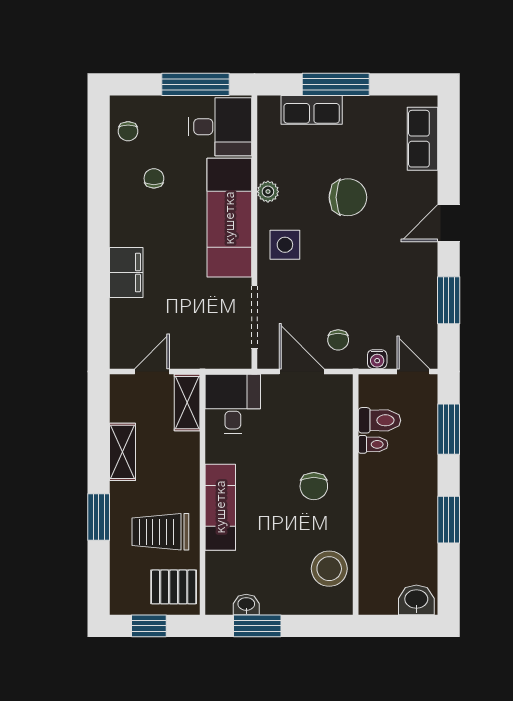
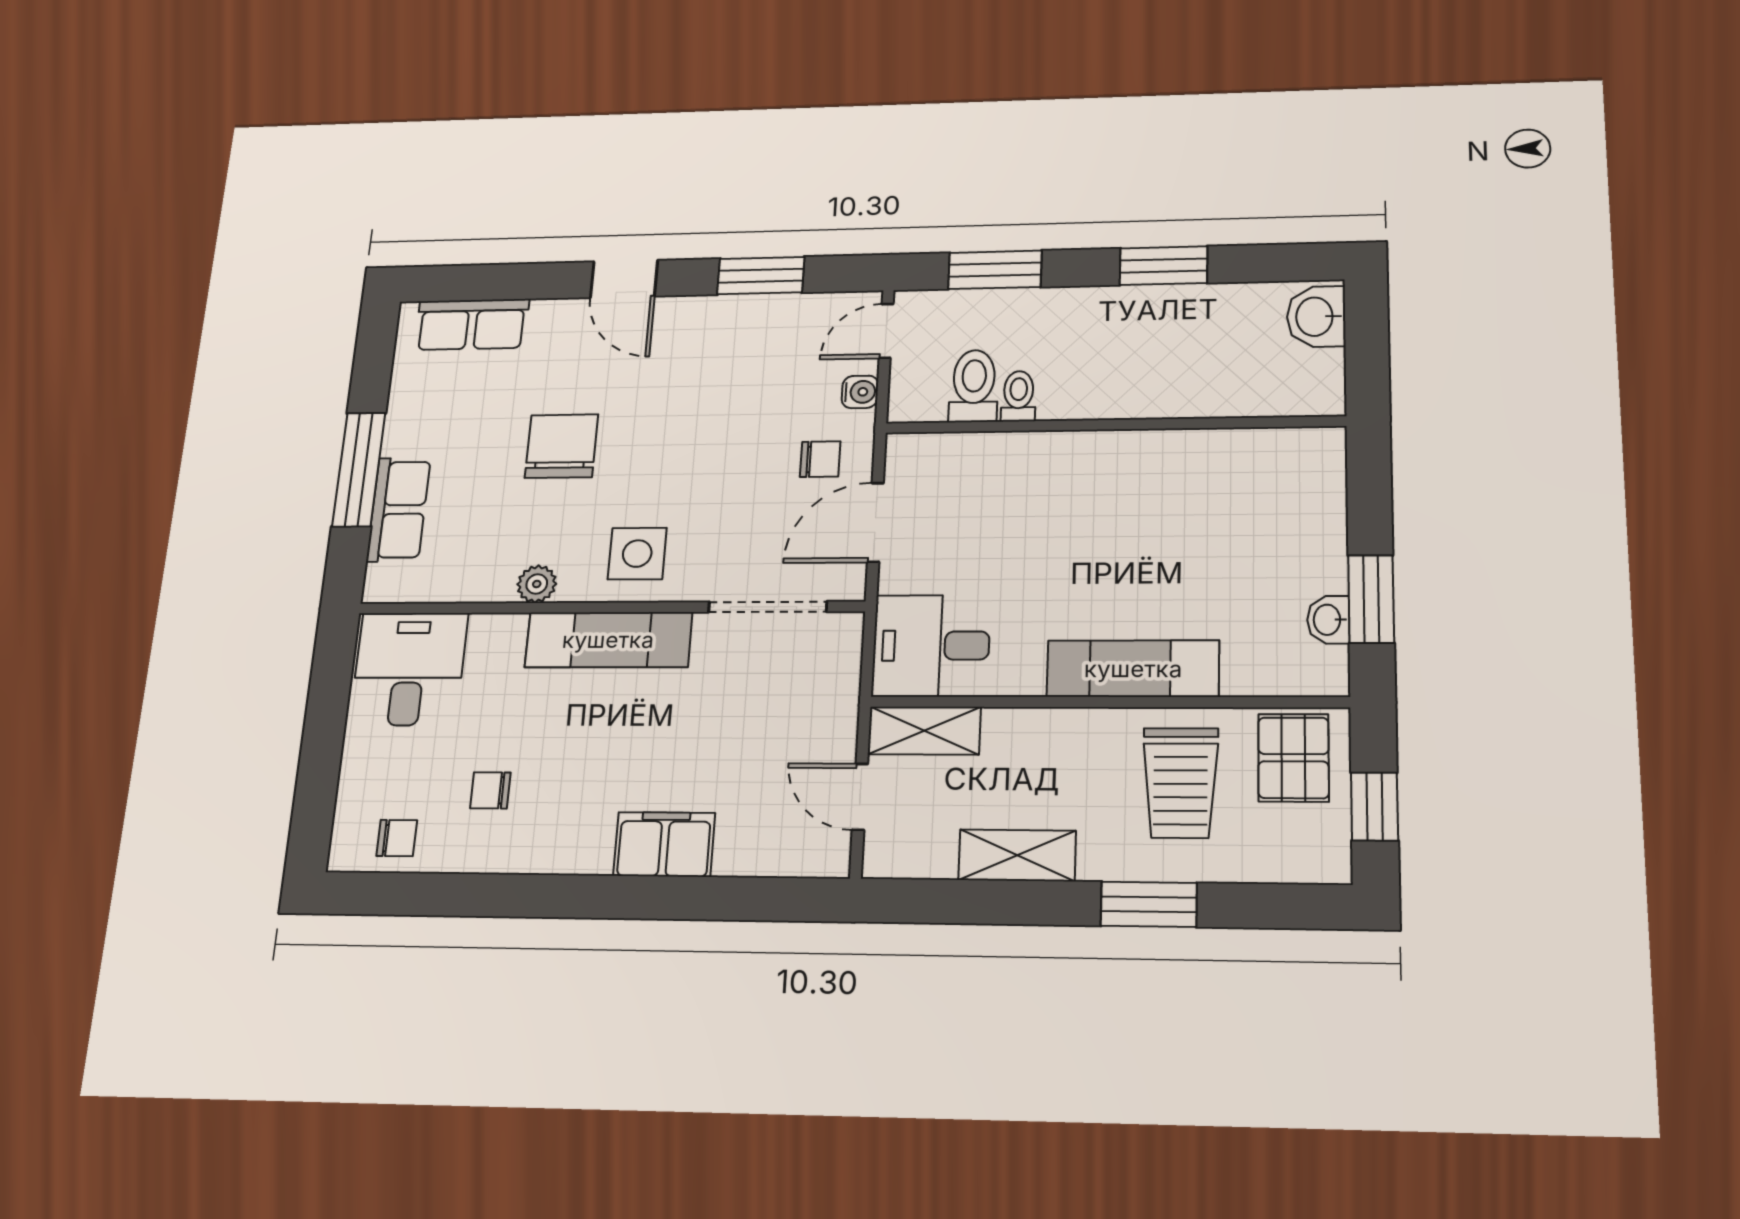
window: (196, 84) -> (326, 713), removed
exam couch: (229, 218) -> (608, 640), width x0.73, depth x0.69
chair: (314, 486) -> (1095, 498), removed
stool: (329, 569) -> (1256, 469), removed

